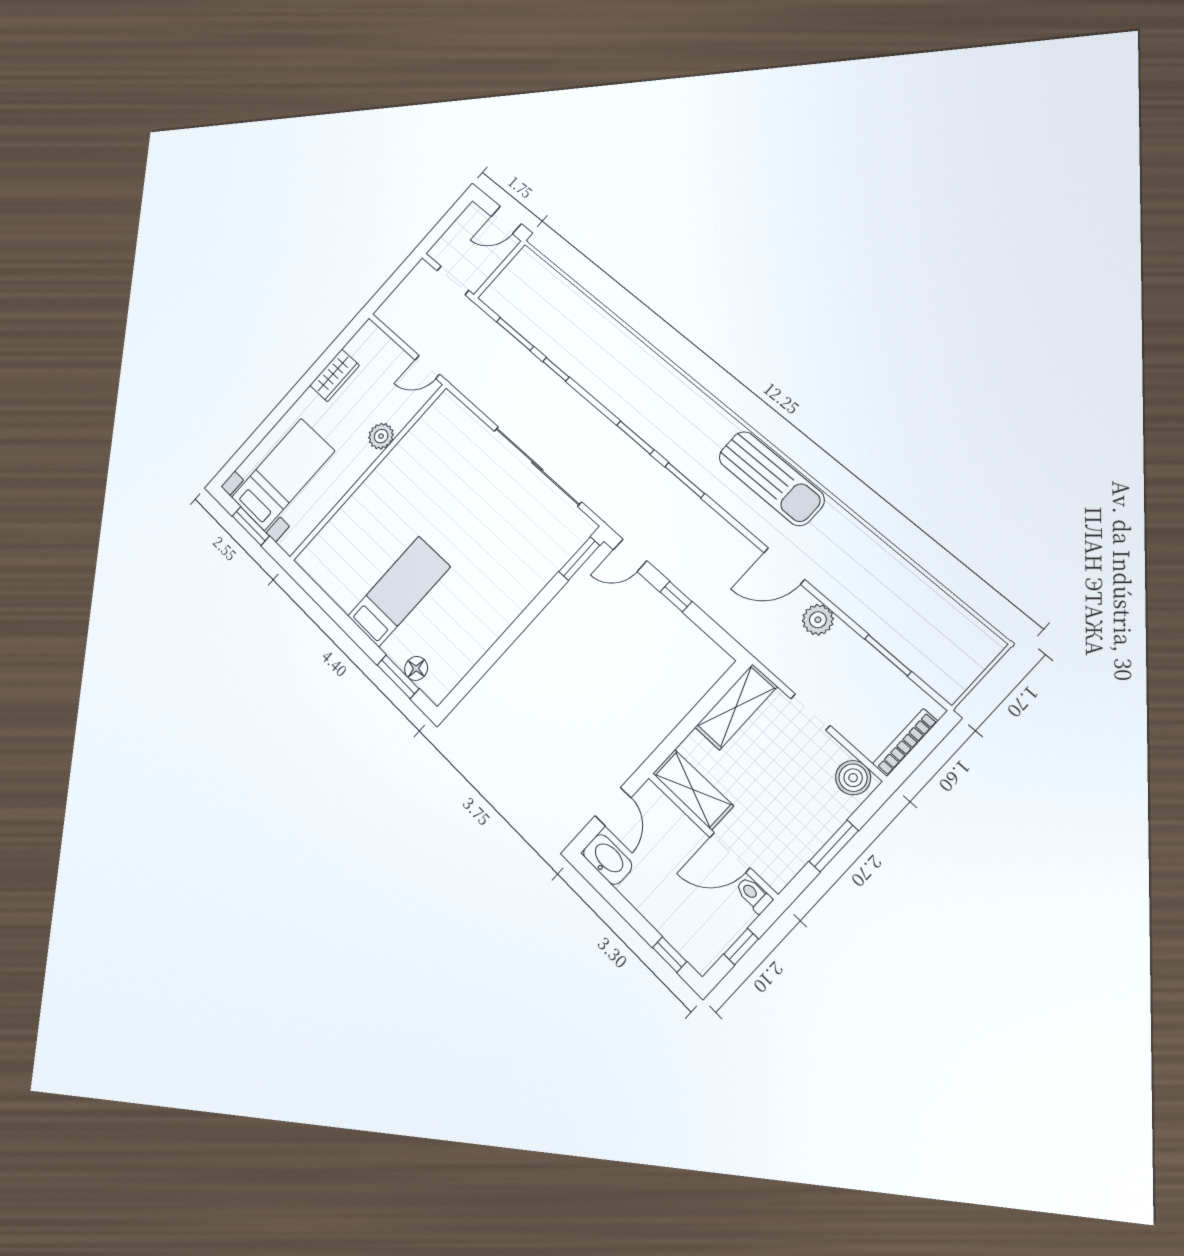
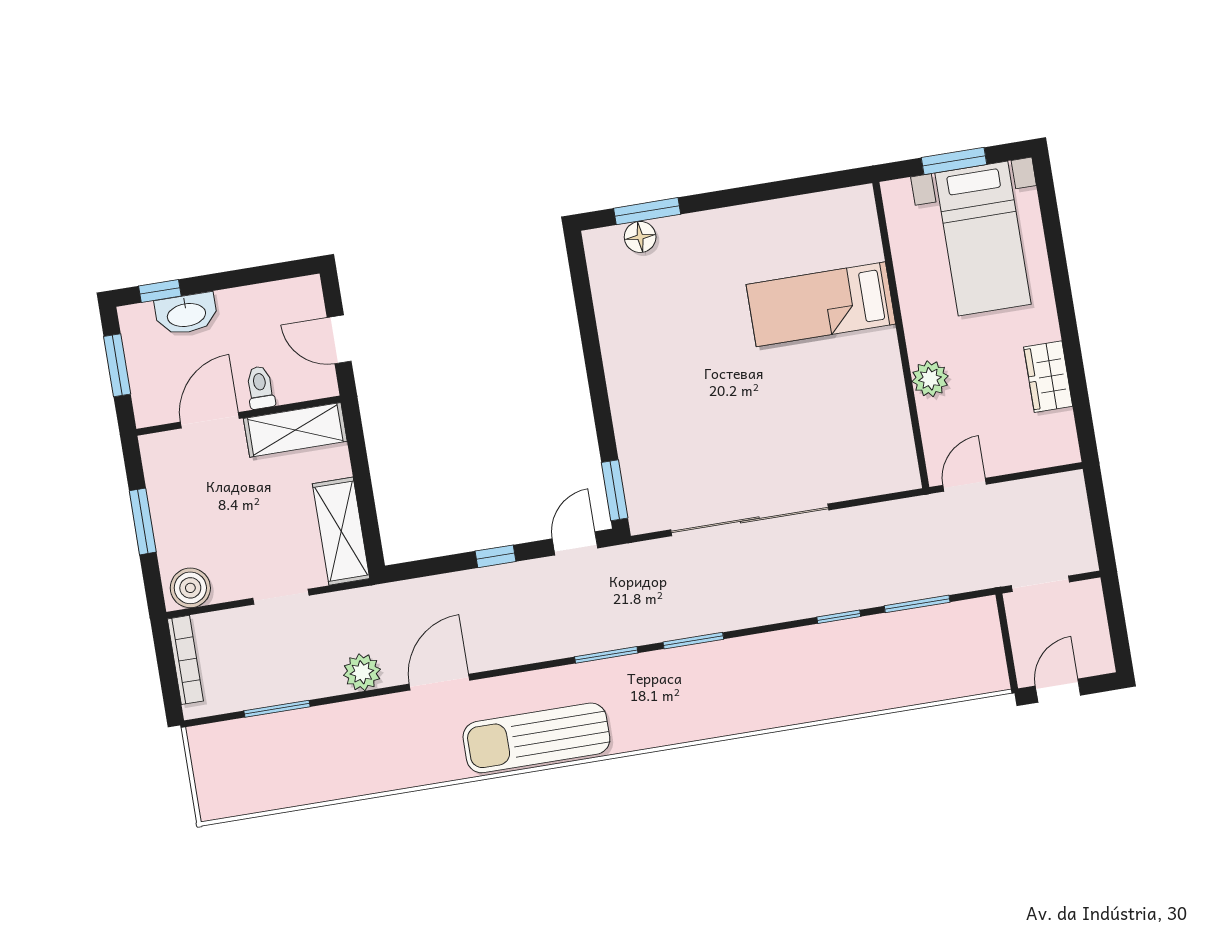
bed: (399, 592) -> (821, 304), moved, turned 90
washbasin: (608, 859) -> (186, 314), moved
toilet: (754, 895) -> (260, 387), moved, turned -90
window: (741, 947) -> (117, 365), width x1.50

